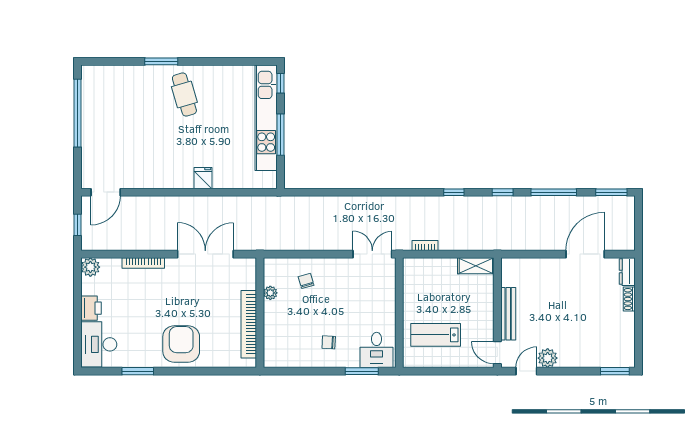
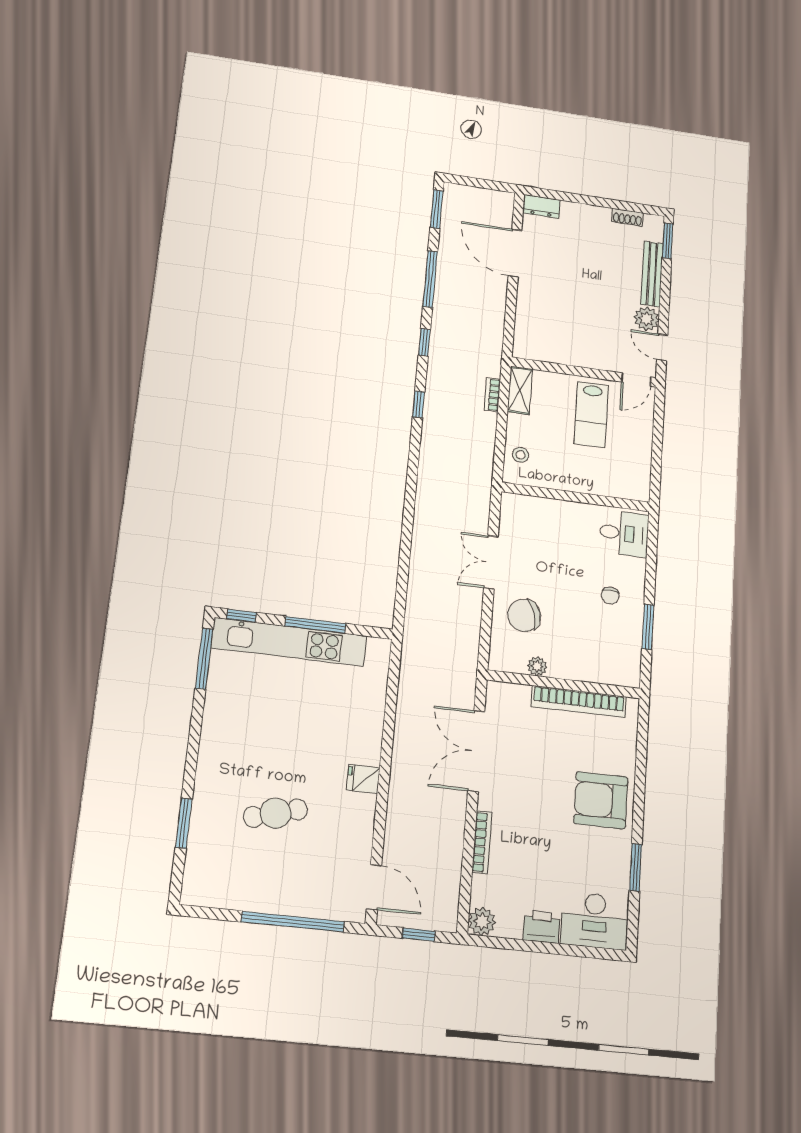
window: (161, 61) -> (184, 823), moved
window: (247, 61) -> (204, 659), added
cafe table: (184, 95) -> (275, 813), moved
window: (77, 113) -> (293, 922), moved
fridge: (203, 178) -> (363, 779), moved
bookcase: (425, 246) -> (492, 395), moved
double door: (372, 254) -> (491, 562), moved
stool: (426, 270) -> (521, 455), added
chair: (306, 281) -> (524, 615), width x1.87, depth x1.87
shoe rack: (629, 299) -> (627, 217), moved
bench: (508, 314) -> (652, 274), moved, turned 90
lab bench: (436, 335) -> (591, 415), moved
window: (362, 371) -> (648, 627), moved

